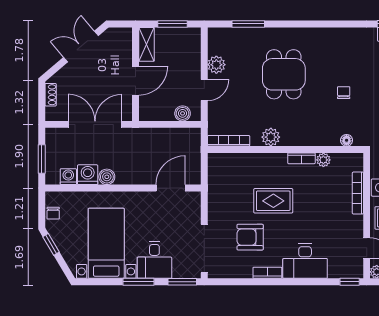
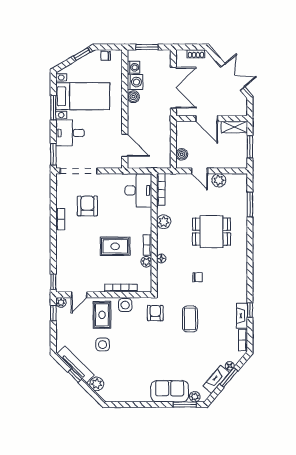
floor lamp: (347, 140) -> (161, 258), moved
rug: (273, 201) -> (115, 246), moved, turned 90
desk: (305, 261) -> (138, 190), moved, turned 180
window: (139, 282) -> (53, 108), moved

